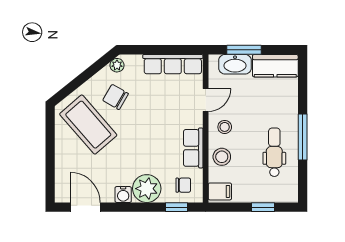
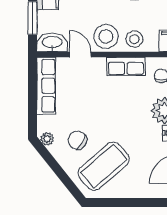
washbasin: (235, 64) -> (52, 43), moved, turned -90
chair: (116, 97) -> (77, 140), turned 92
stool: (225, 127) -> (106, 36), width x1.89, depth x1.89

